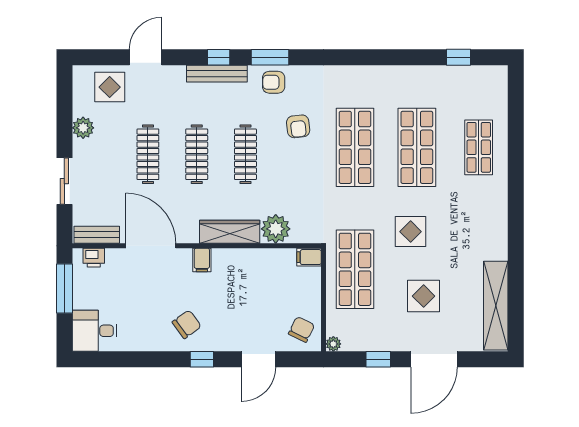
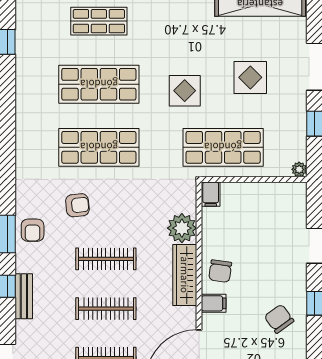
bench: (217, 74) -> (24, 296), width x0.73
chair: (301, 329) -> (220, 271), moved, turned -108

